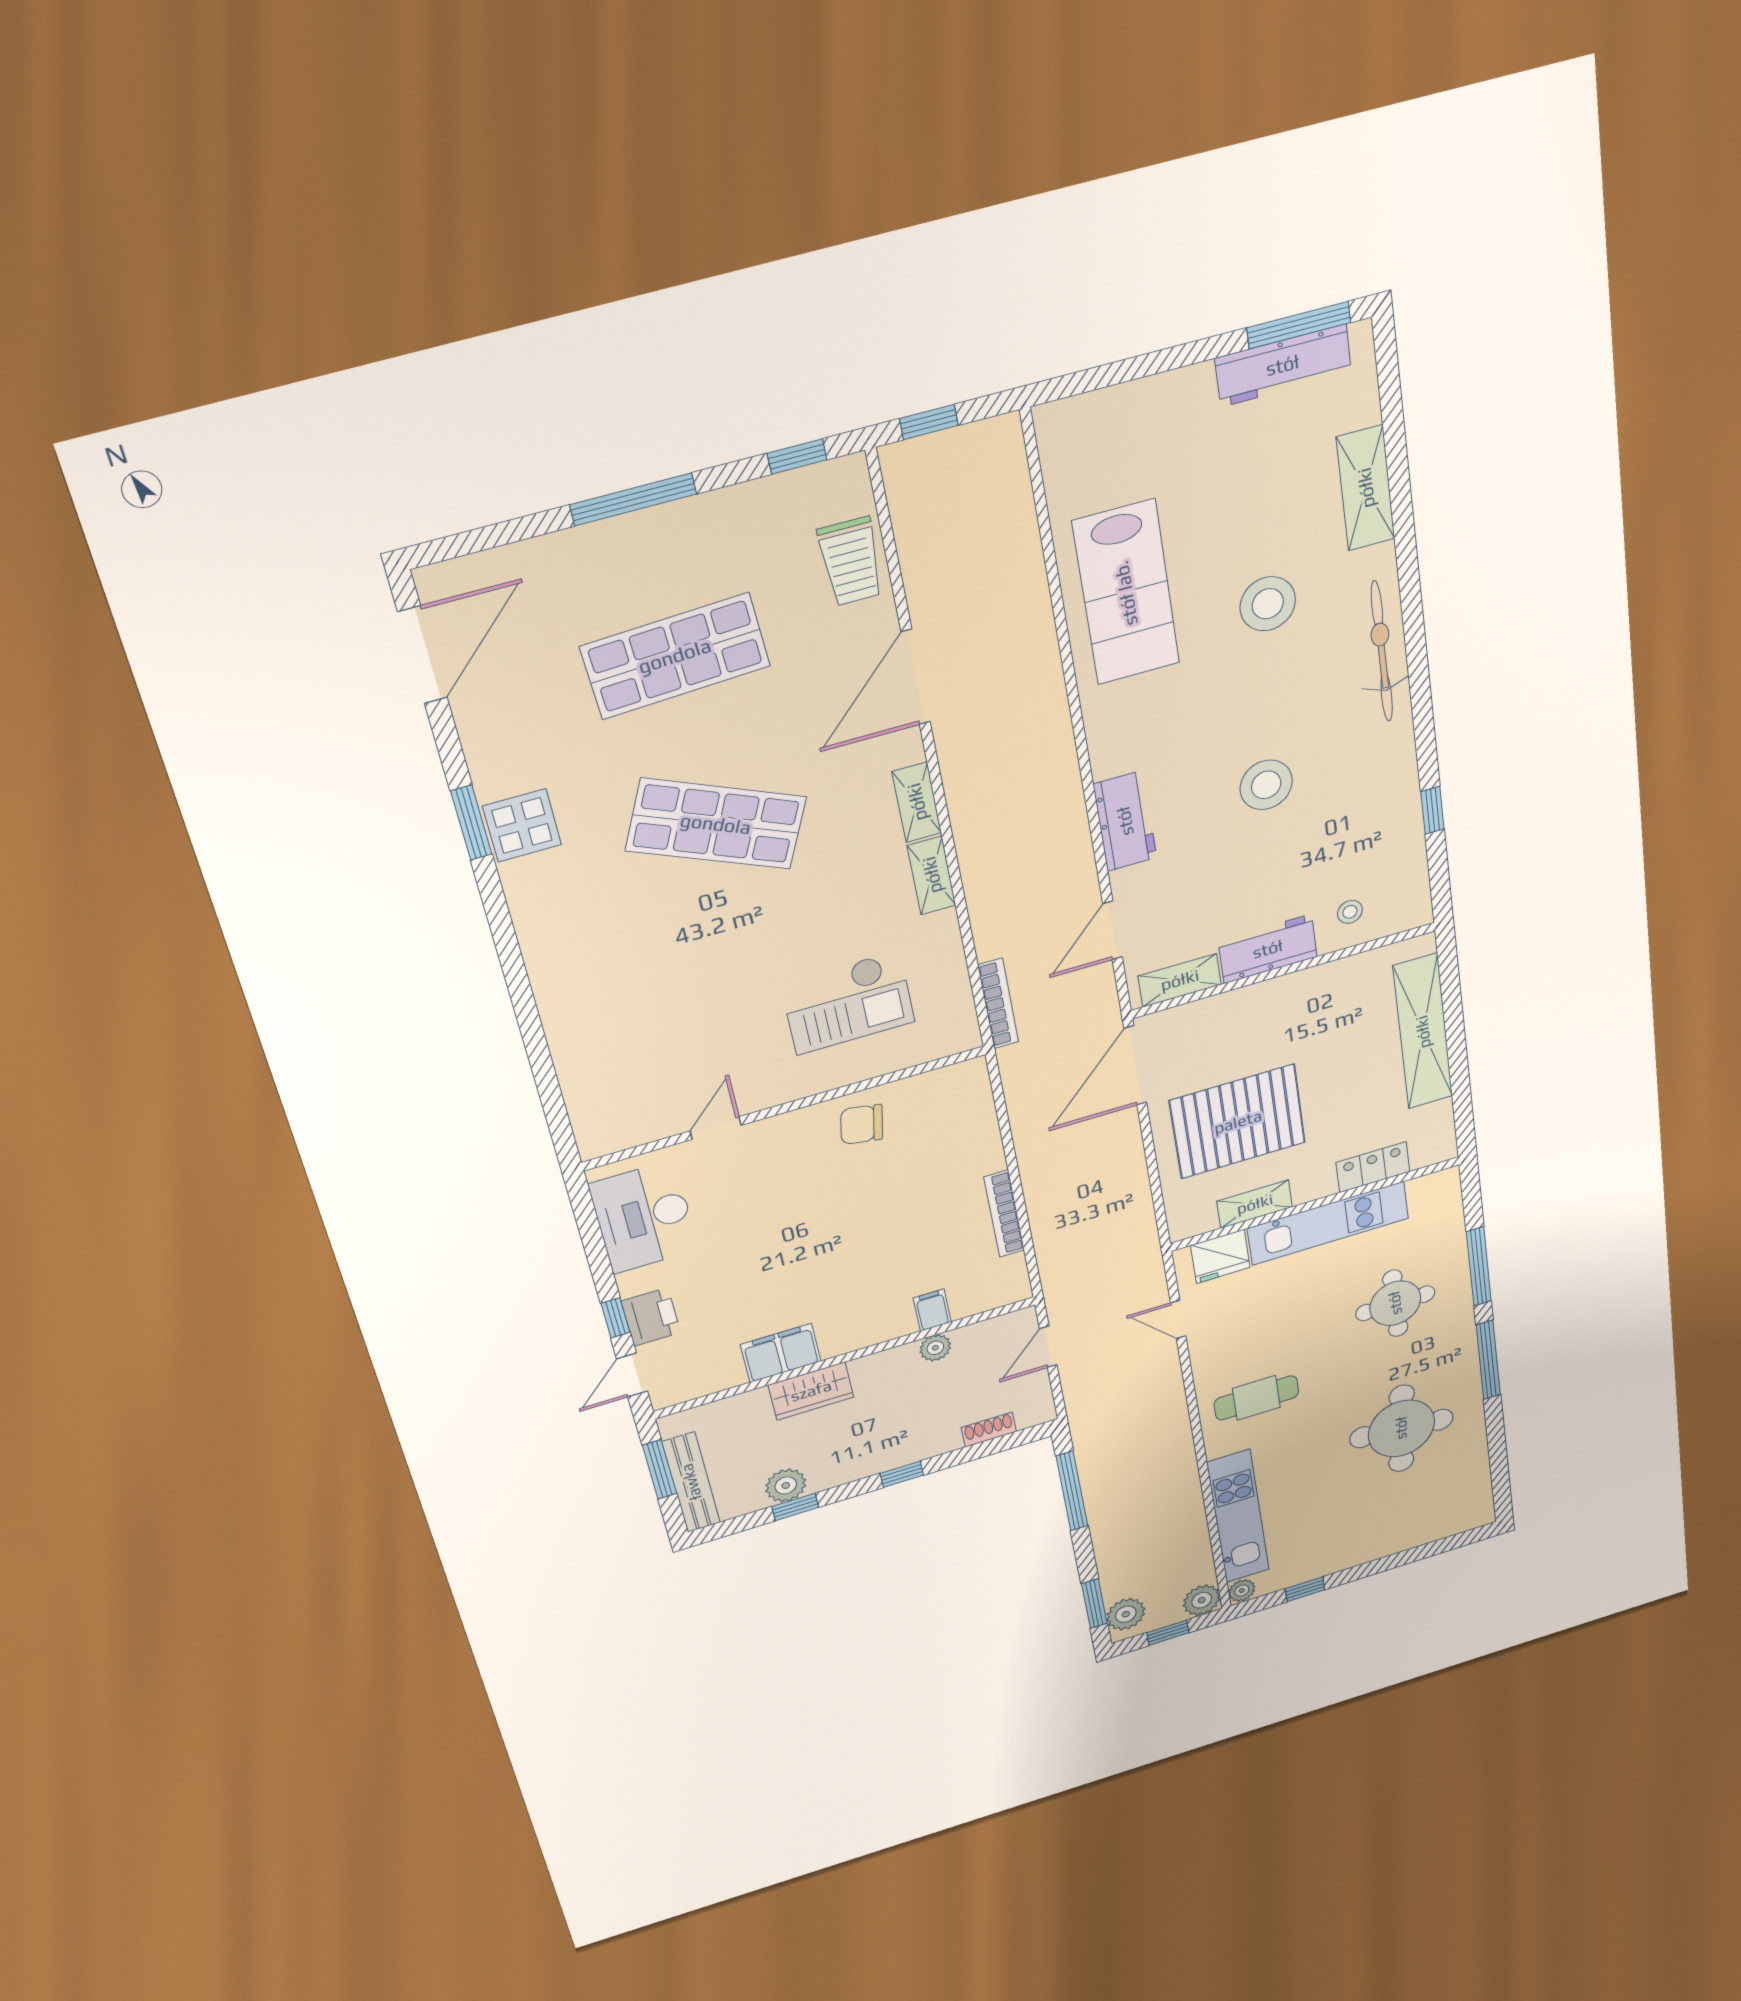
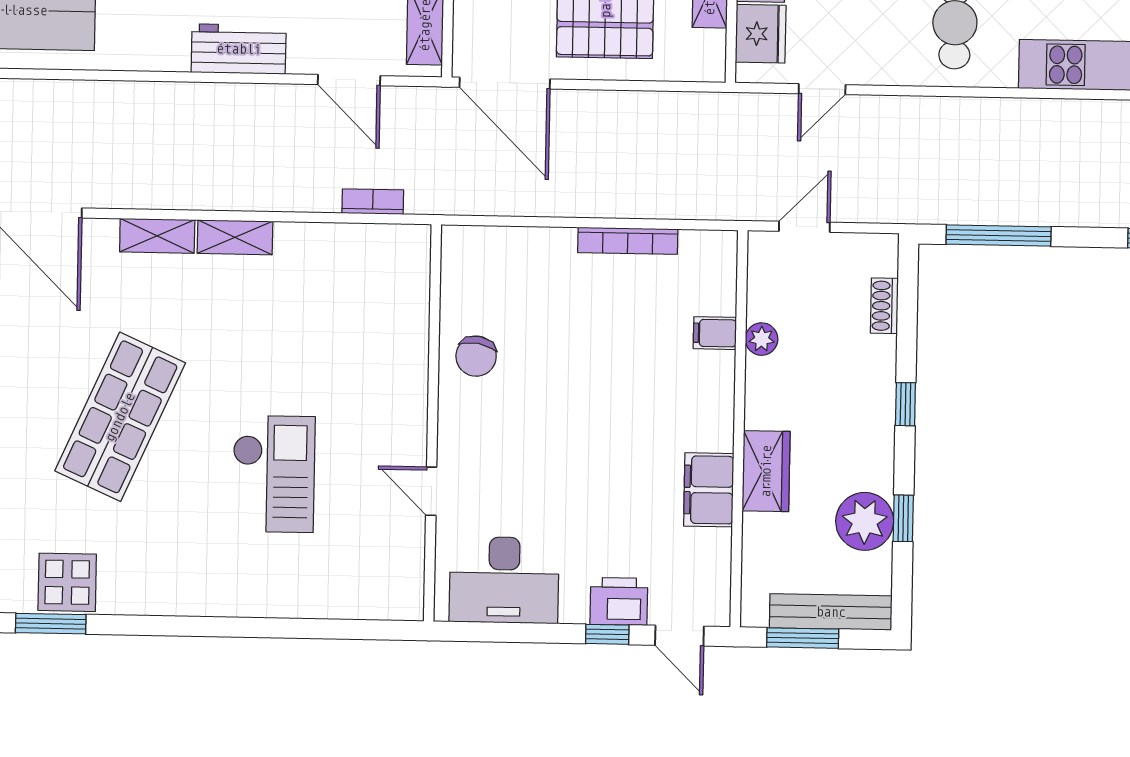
checkout: (848, 1003) -> (274, 474), moved
bookcase: (998, 1003) -> (373, 202), width x0.64
door: (1048, 1347) -> (804, 227), swing flipped
plant: (786, 1485) -> (865, 521), width x1.36, depth x1.36

